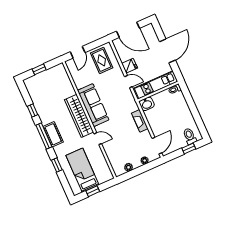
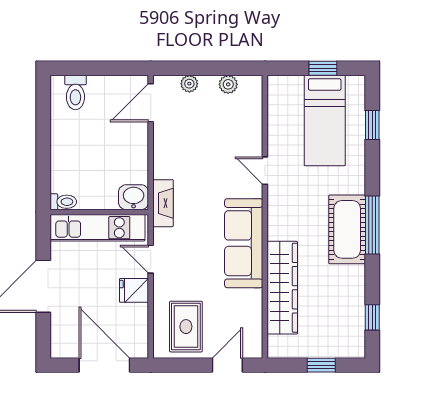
window: (32, 110) -> (372, 317), moved
wardrobe: (79, 116) -> (282, 288), moved
fireplace: (140, 121) -> (163, 203), moved
cot: (53, 134) -> (347, 229), width x1.37, depth x1.34
window: (189, 148) -> (88, 68), removed
window: (57, 165) -> (372, 125), moved

